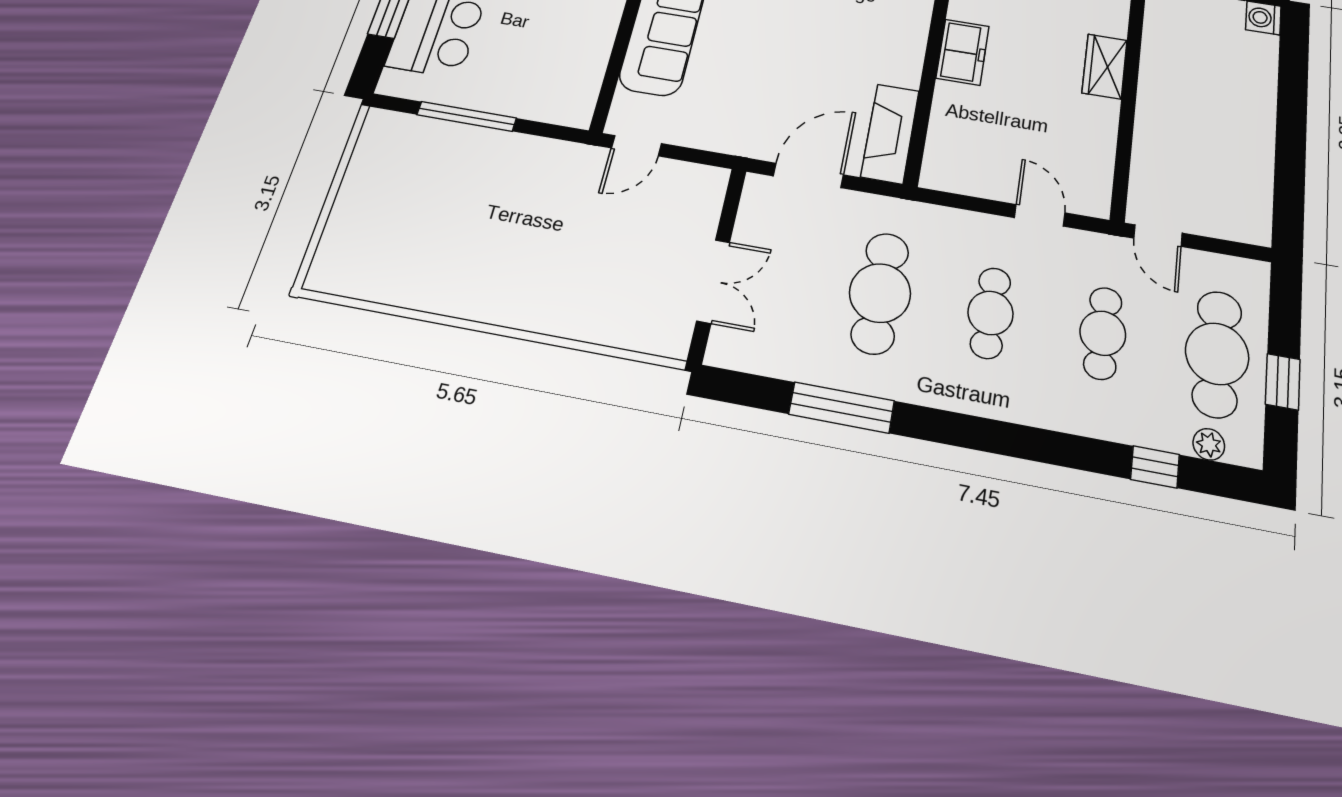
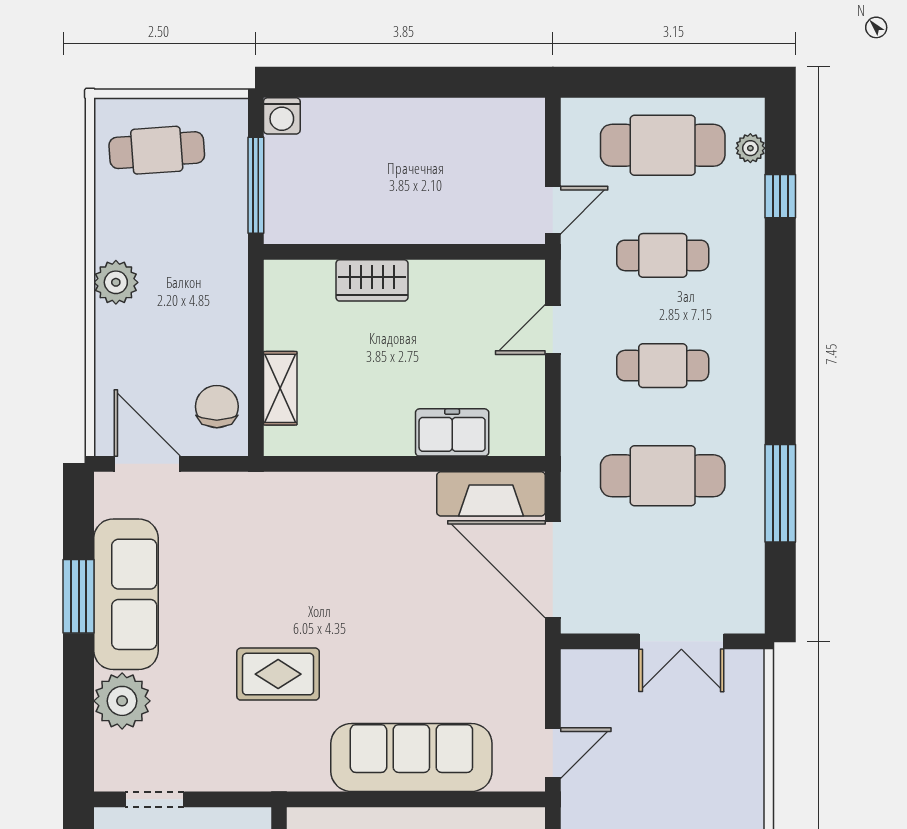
freezer: (963, 52) -> (452, 432), moved
door: (636, 146) -> (553, 753), hinge flipped
door: (808, 175) -> (553, 569), width x1.36
double door: (713, 281) -> (681, 641), swing flipped
window: (1283, 382) -> (678, 82), removed

